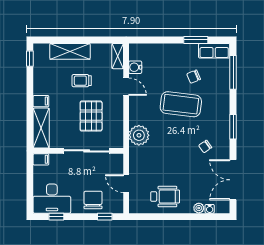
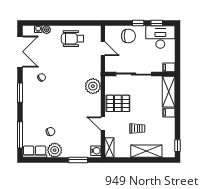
window: (196, 40) -> (78, 160), moved
plant: (188, 53) -> (55, 150), added
water cooler: (135, 67) -> (96, 151), moved
coffee table: (181, 104) -> (60, 110), removed
pallet: (91, 116) -> (118, 103), moved, turned 90
chair: (93, 200) -> (128, 36), turned -90
window: (105, 217) -> (138, 23), moved

